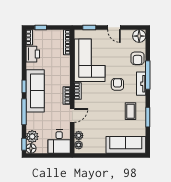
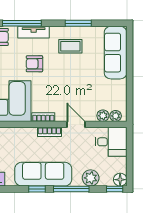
plant: (32, 137) -> (91, 178), moved

